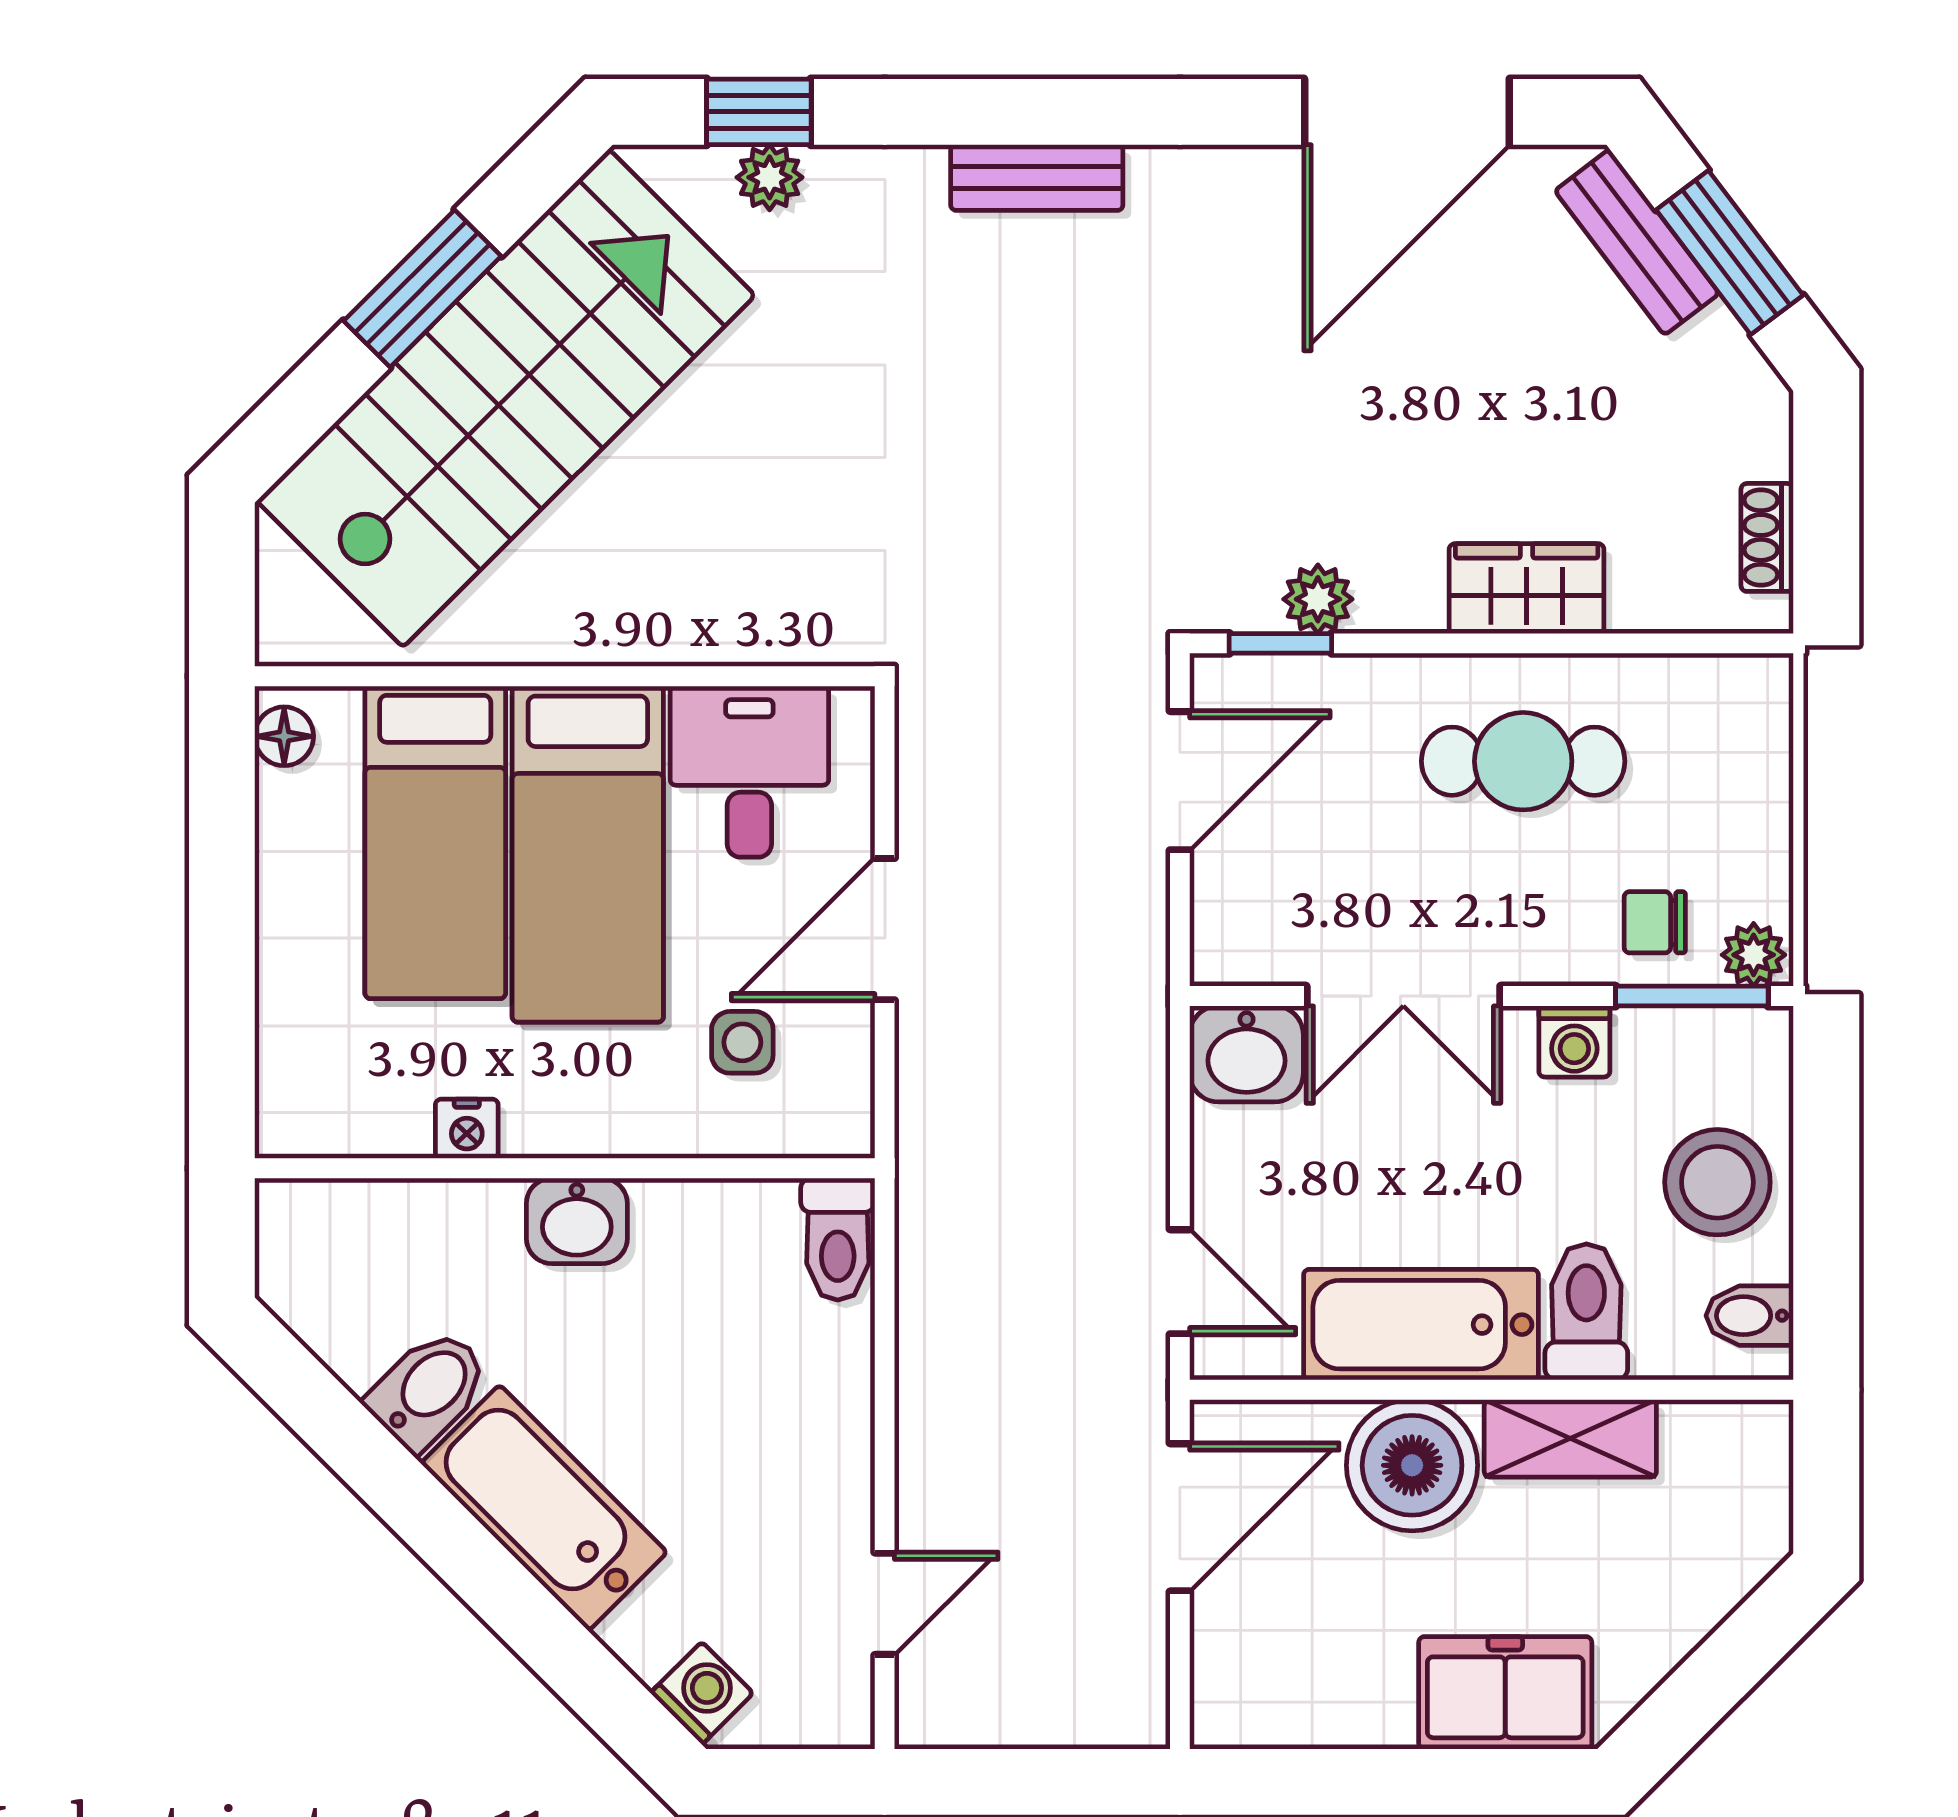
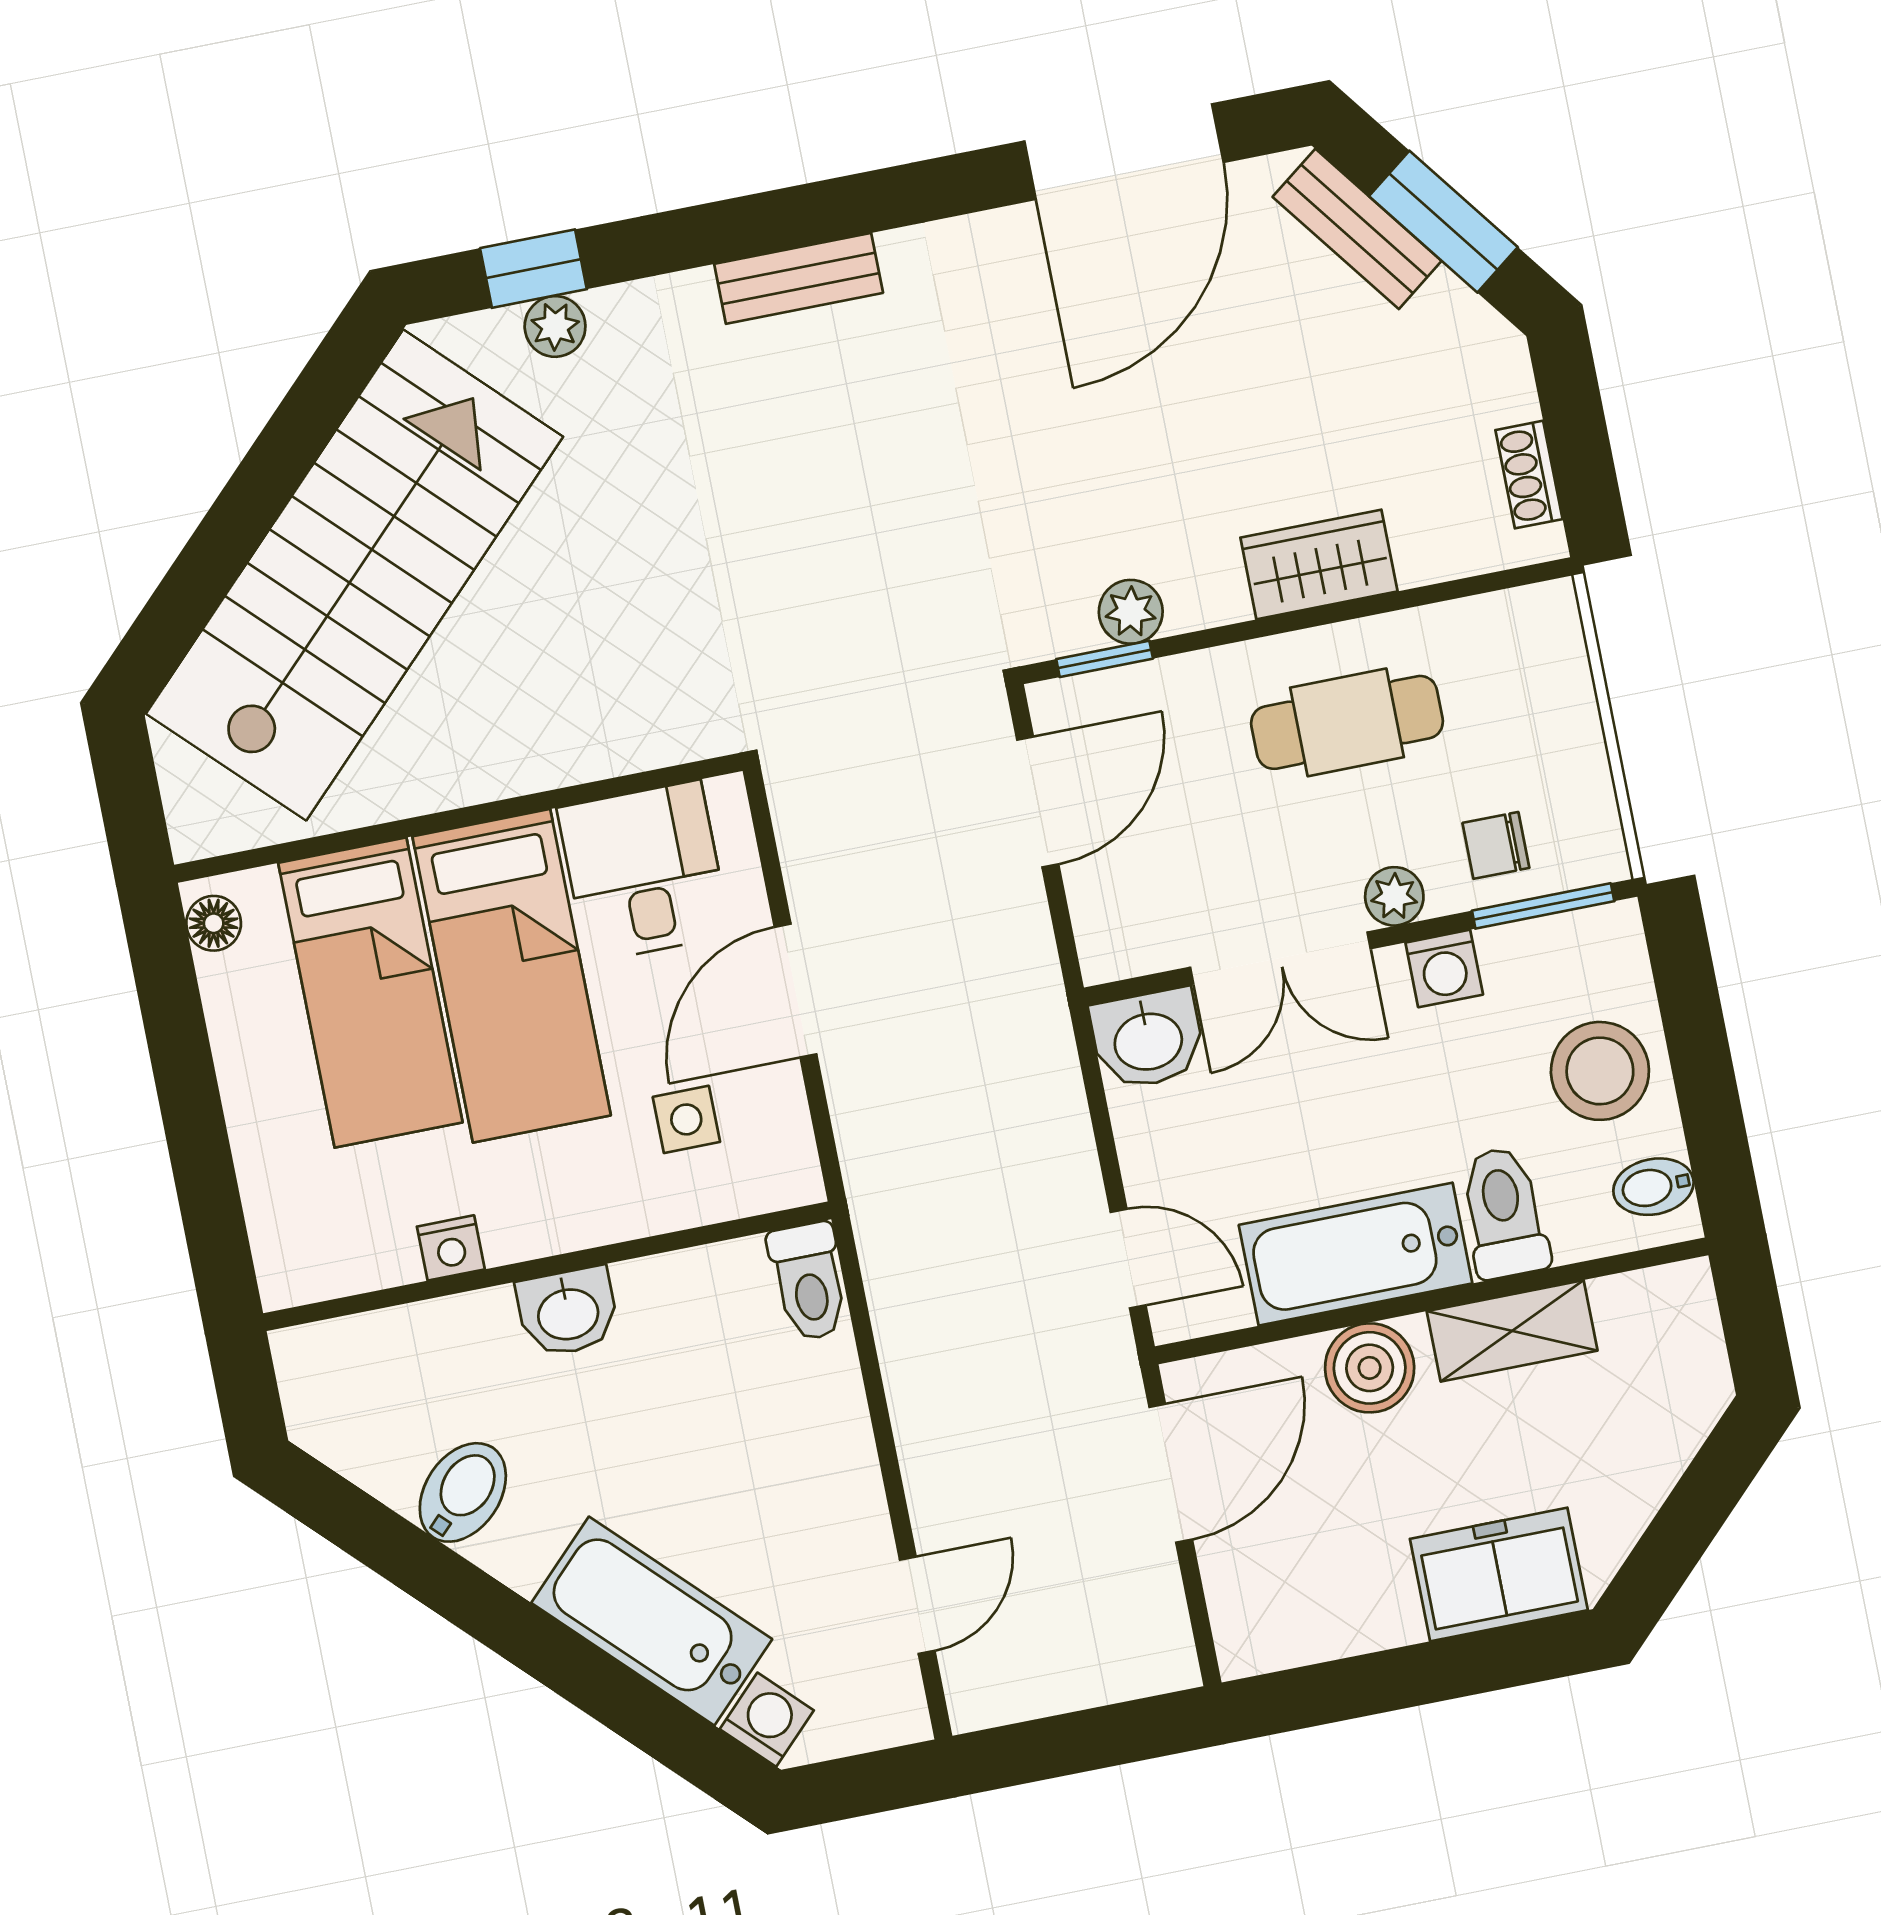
window: (422, 288) -> (259, 490), removed
plant: (1754, 955) -> (1394, 896), moved
boiler: (1412, 1465) -> (1370, 1368), width x0.73, depth x0.73
bathtub: (544, 1508) -> (652, 1621), moved

